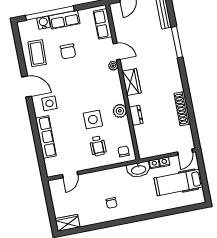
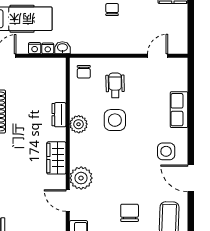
plant: (113, 66) -> (81, 178), width x1.87, depth x1.87
row of seats: (46, 137) -> (179, 110), width x0.68
washbasin: (139, 170) -> (62, 48), width x0.52, depth x0.69

